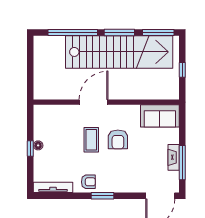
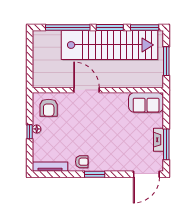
window: (182, 70) -> (166, 61), width x2.17
door: (94, 102) -> (86, 90), hinge flipped
armchair: (118, 139) -> (49, 108), moved
coffee table: (91, 140) -> (84, 124), removed

